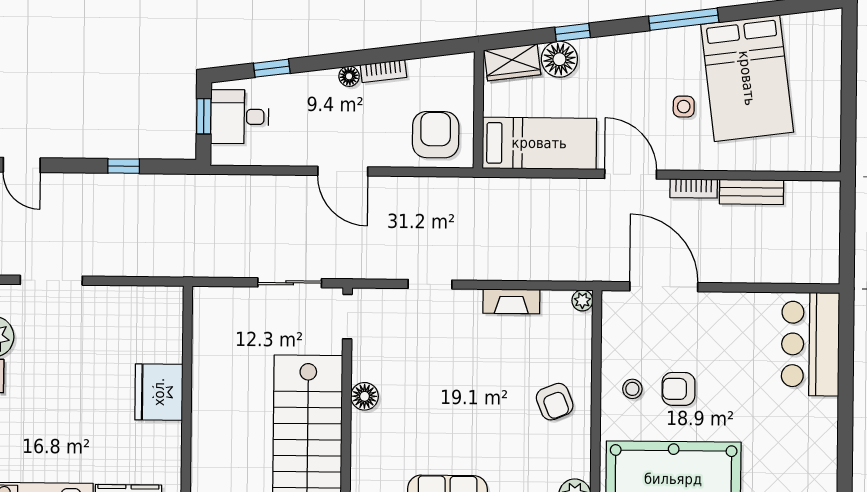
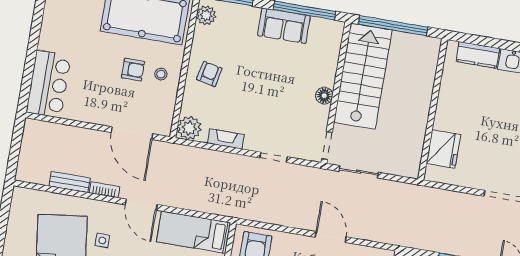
door: (343, 171) -> (331, 237), moved
plant: (582, 300) -> (189, 128), width x1.87, depth x1.87
fridge: (159, 392) -> (443, 149), moved
armchair: (555, 402) -> (209, 74), turned 34

